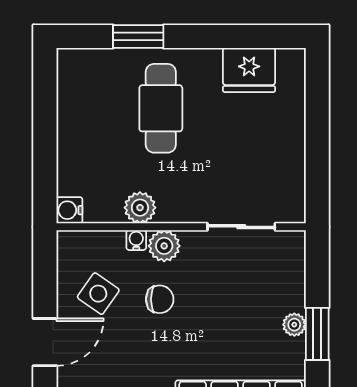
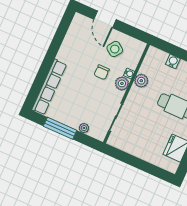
water cooler: (69, 210) -> (173, 61), moved
plant: (294, 325) -> (84, 128), moved
window: (317, 334) -> (60, 128), width x1.44

